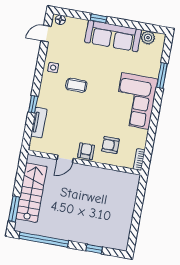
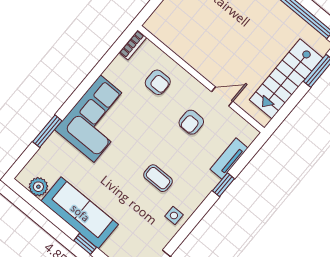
armchair: (86, 151) -> (191, 122), moved

